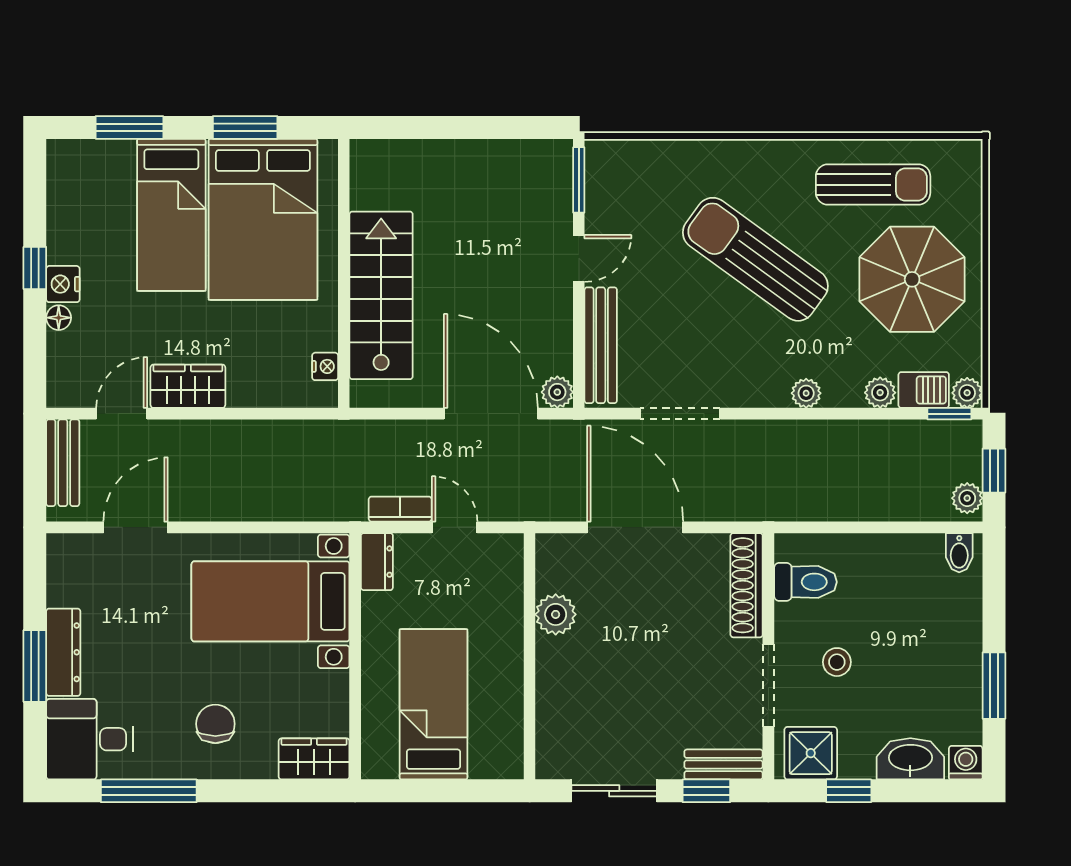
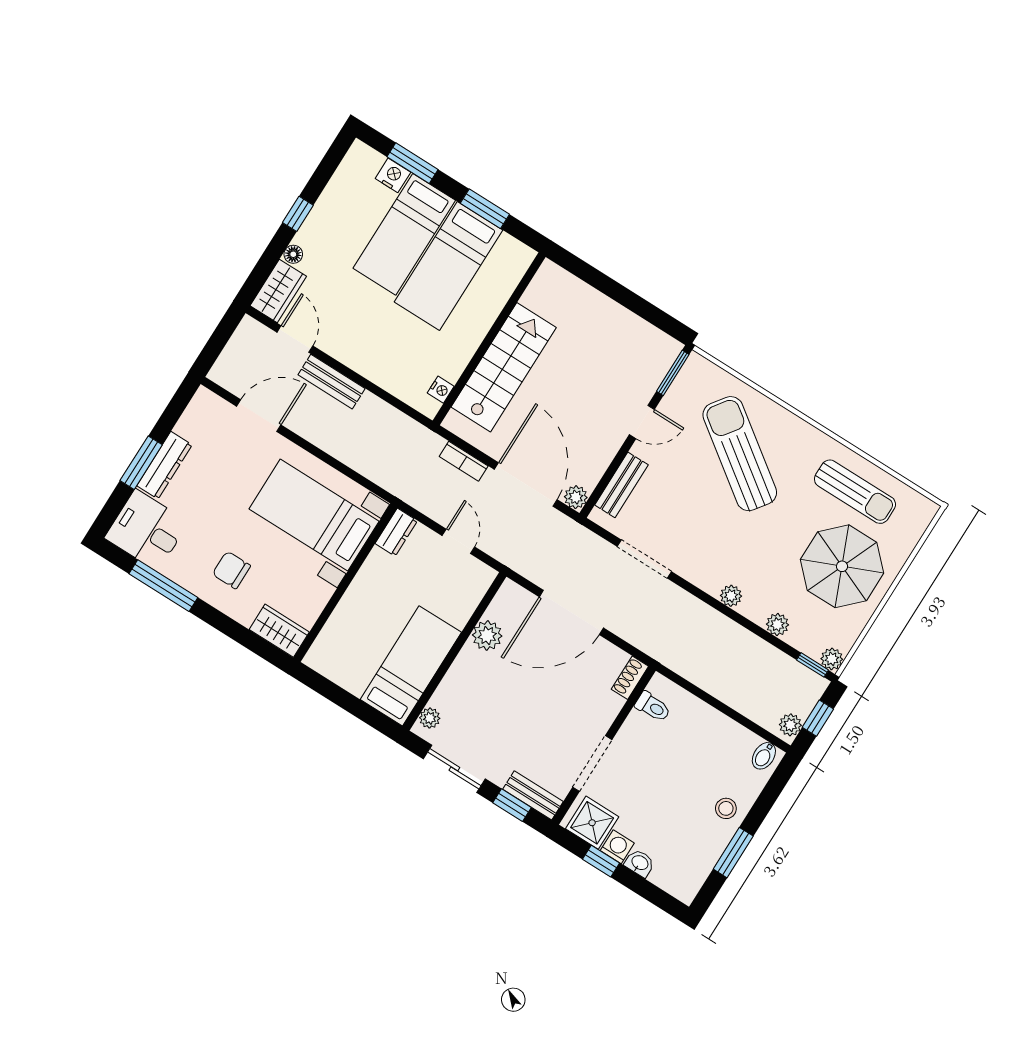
bed: (263, 219) -> (448, 266), width x0.67
sun lounger: (755, 259) -> (740, 454), moved
nightstand: (63, 284) -> (393, 175), moved, turned 90
bench: (601, 345) -> (621, 485), width x0.73
wardrobe: (188, 386) -> (278, 291), moved, turned 90
barbecue: (924, 390) -> (806, 640), removed
door: (122, 414) -> (295, 339), hinge flipped
bench: (63, 463) -> (332, 382), moved, turned 90
bookcase: (400, 509) -> (464, 461), moved, turned 180
door: (635, 527) -> (571, 612), swing flipped
toilet: (805, 582) -> (653, 707), width x0.73, depth x0.72
shoe rack: (747, 585) -> (630, 678), width x0.51, depth x0.81
stool: (837, 662) -> (726, 808), moved
bed: (433, 704) -> (411, 666), moved
chair: (215, 724) -> (231, 570), turned -90
plant: (549, 750) -> (430, 718), added
washbasin: (910, 759) -> (640, 863), width x0.52, depth x0.69
washing machine: (966, 763) -> (617, 847), moved

